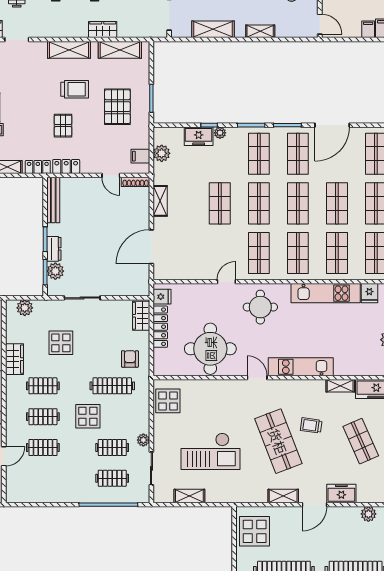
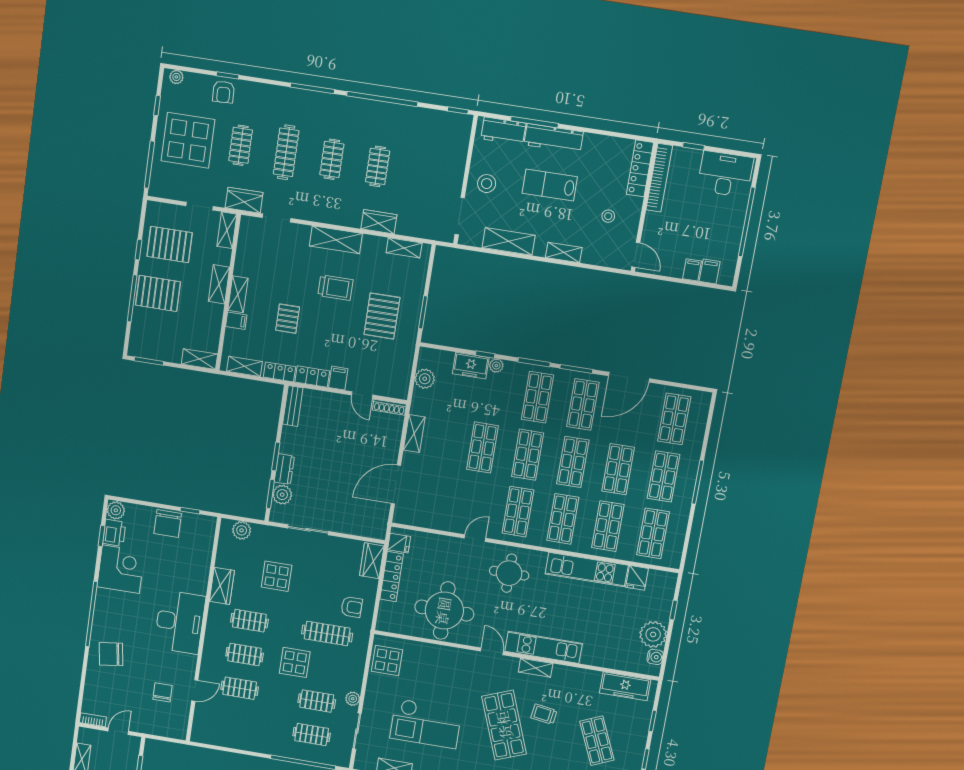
shelving: (120, 50) -> (404, 248), width x0.67, depth x0.75
pallet: (63, 126) -> (288, 319), moved
filing cabinet: (140, 156) -> (338, 378), moved, turned 90
bench: (53, 200) -> (293, 406), width x0.73
armchair: (130, 359) -> (352, 607), turned 90
shelving: (340, 386) -> (536, 668), moved

